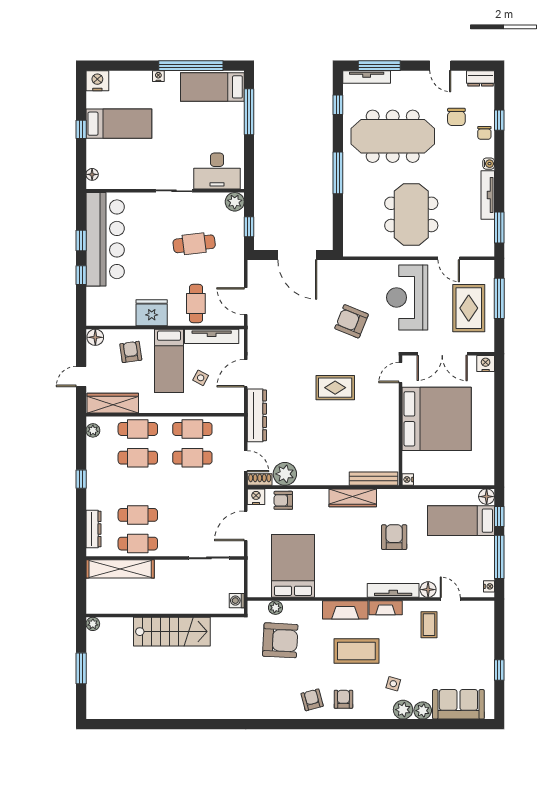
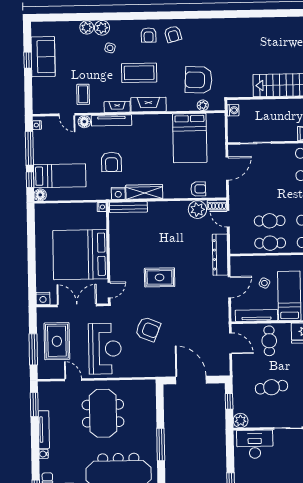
nightstand: (256, 497) -> (118, 193), moved
sofa: (458, 704) -> (43, 57), moved, turned -90

